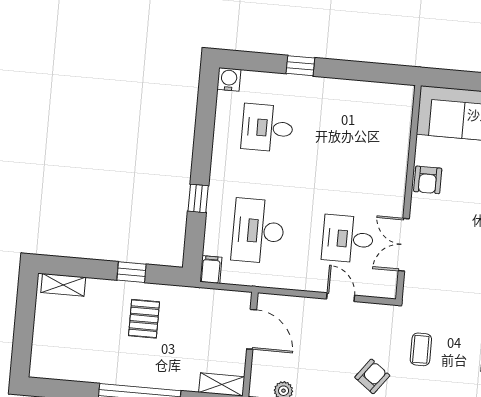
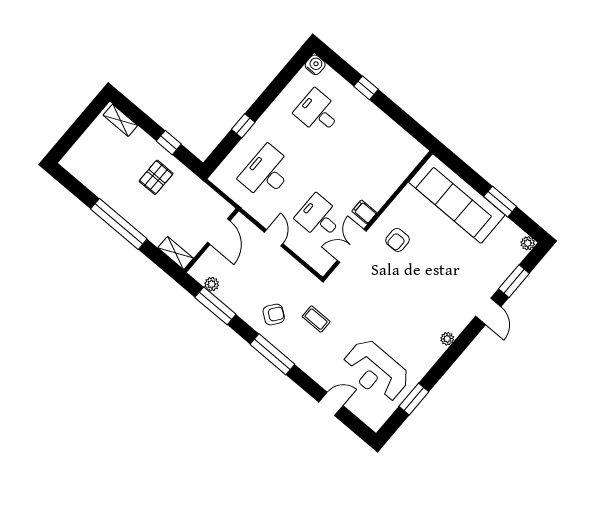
armchair: (428, 180) -> (398, 240), moved
filing cabinet: (211, 270) -> (364, 212), moved, turned -90
door: (341, 297) -> (274, 238), moved
coffee table: (421, 349) -> (316, 319), turned 90

